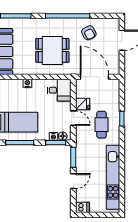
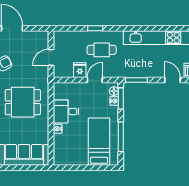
dining table: (52, 50) -> (23, 102), turned 90
door: (94, 77) -> (51, 57), width x0.53
desk: (59, 90) -> (66, 112), moved, turned -90
door: (73, 181) -> (172, 80), moved

